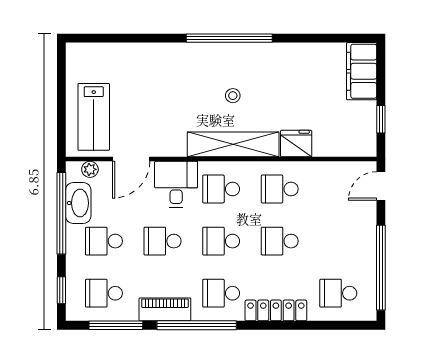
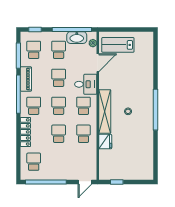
filing cabinet: (362, 71) -> (140, 173), removed
door: (131, 159) -> (98, 63), swing flipped
door: (381, 186) -> (85, 182), swing flipped

